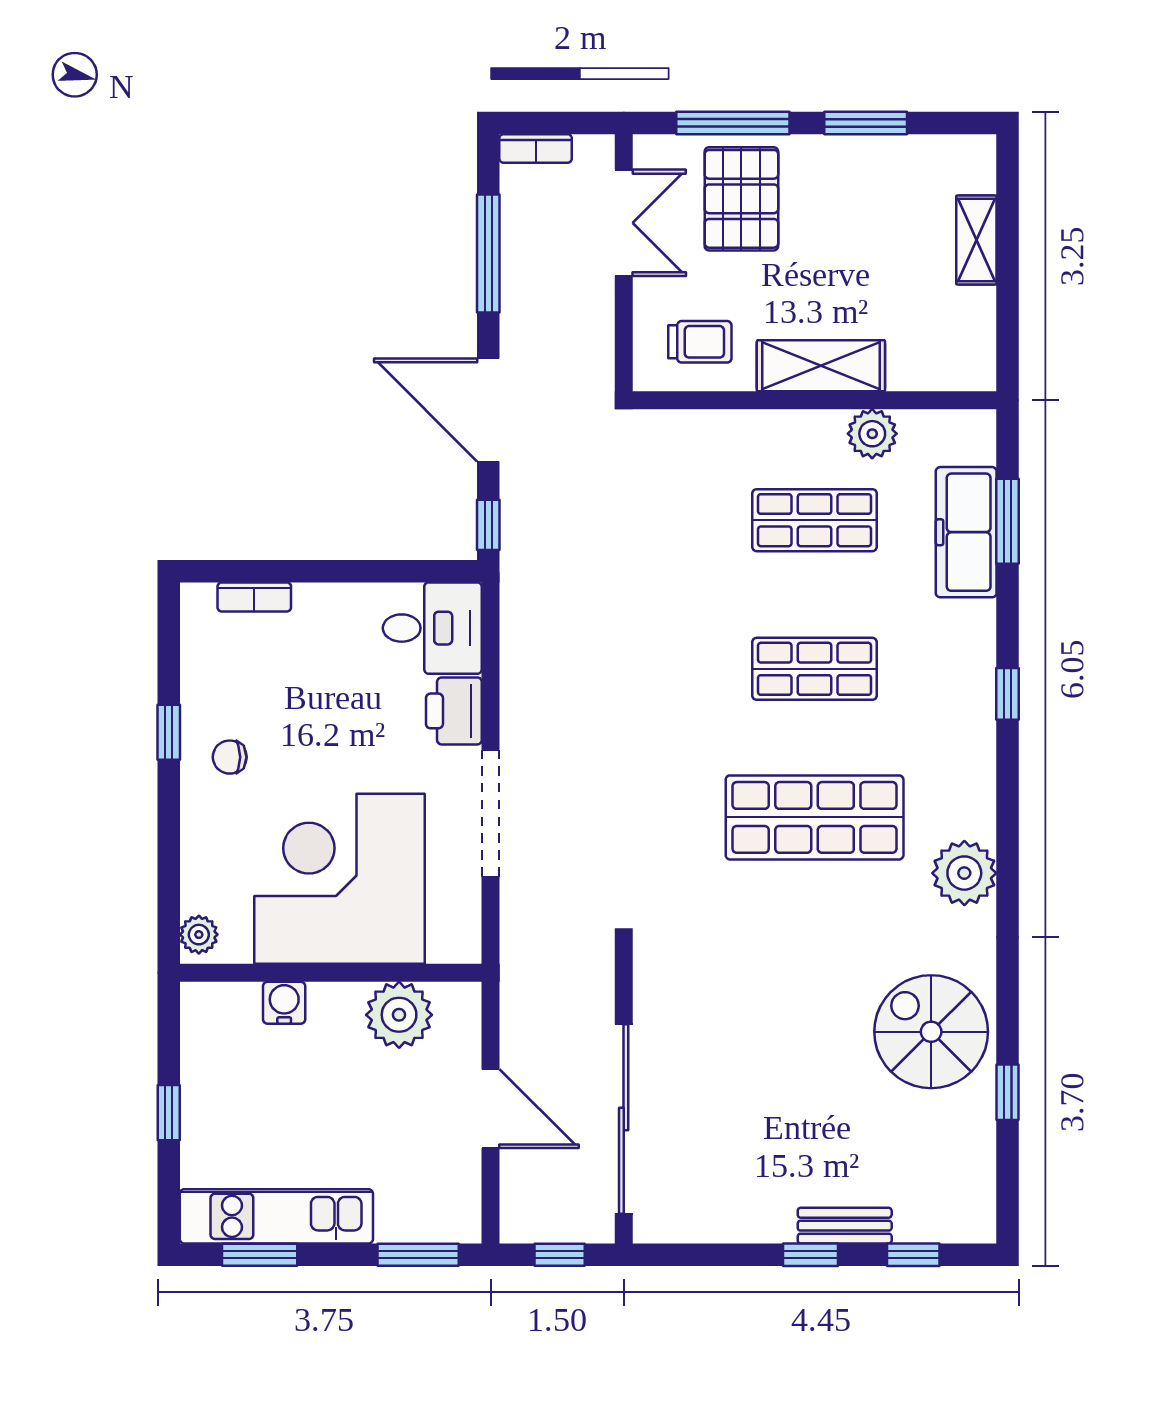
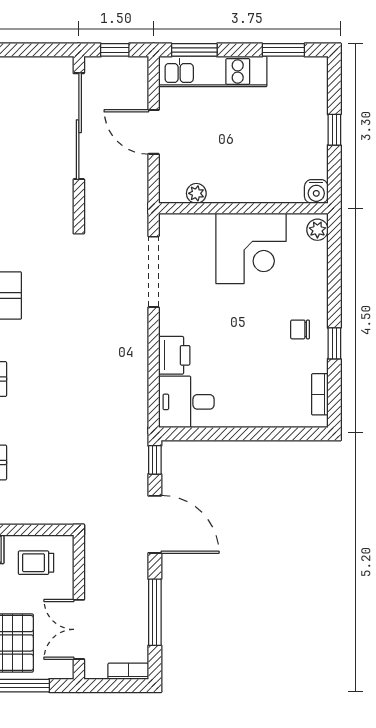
bookcase: (254, 597) -> (320, 394), moved, turned -90
chair: (230, 757) -> (300, 329), turned 180
doorway: (491, 813) -> (154, 272), moved
corner desk: (340, 879) -> (251, 248), width x0.74, depth x0.74
water cooler: (284, 1003) -> (316, 191), moved
plant: (399, 1015) -> (196, 193), width x0.53, depth x0.53
kitchen unit: (276, 1216) -> (213, 71), moved

